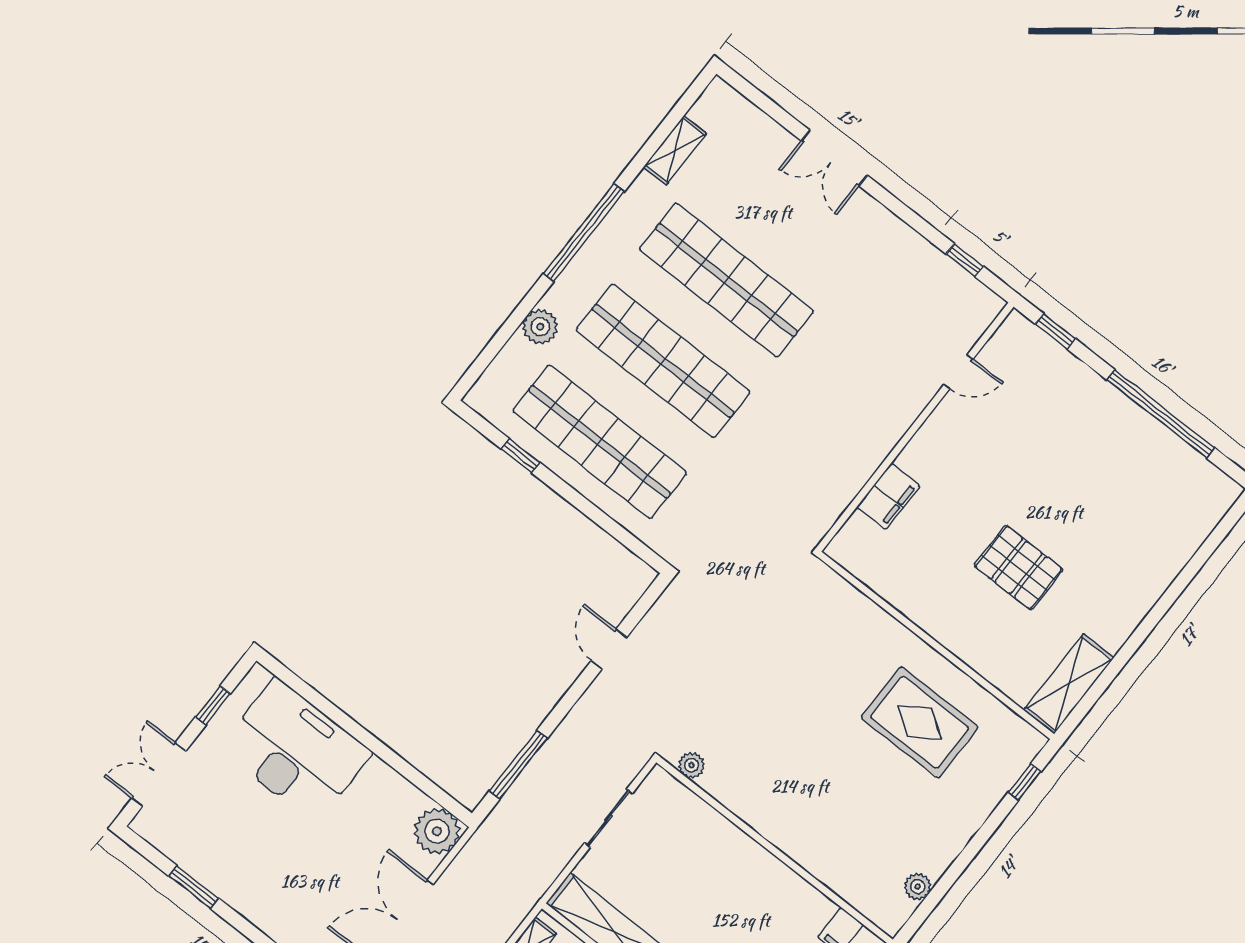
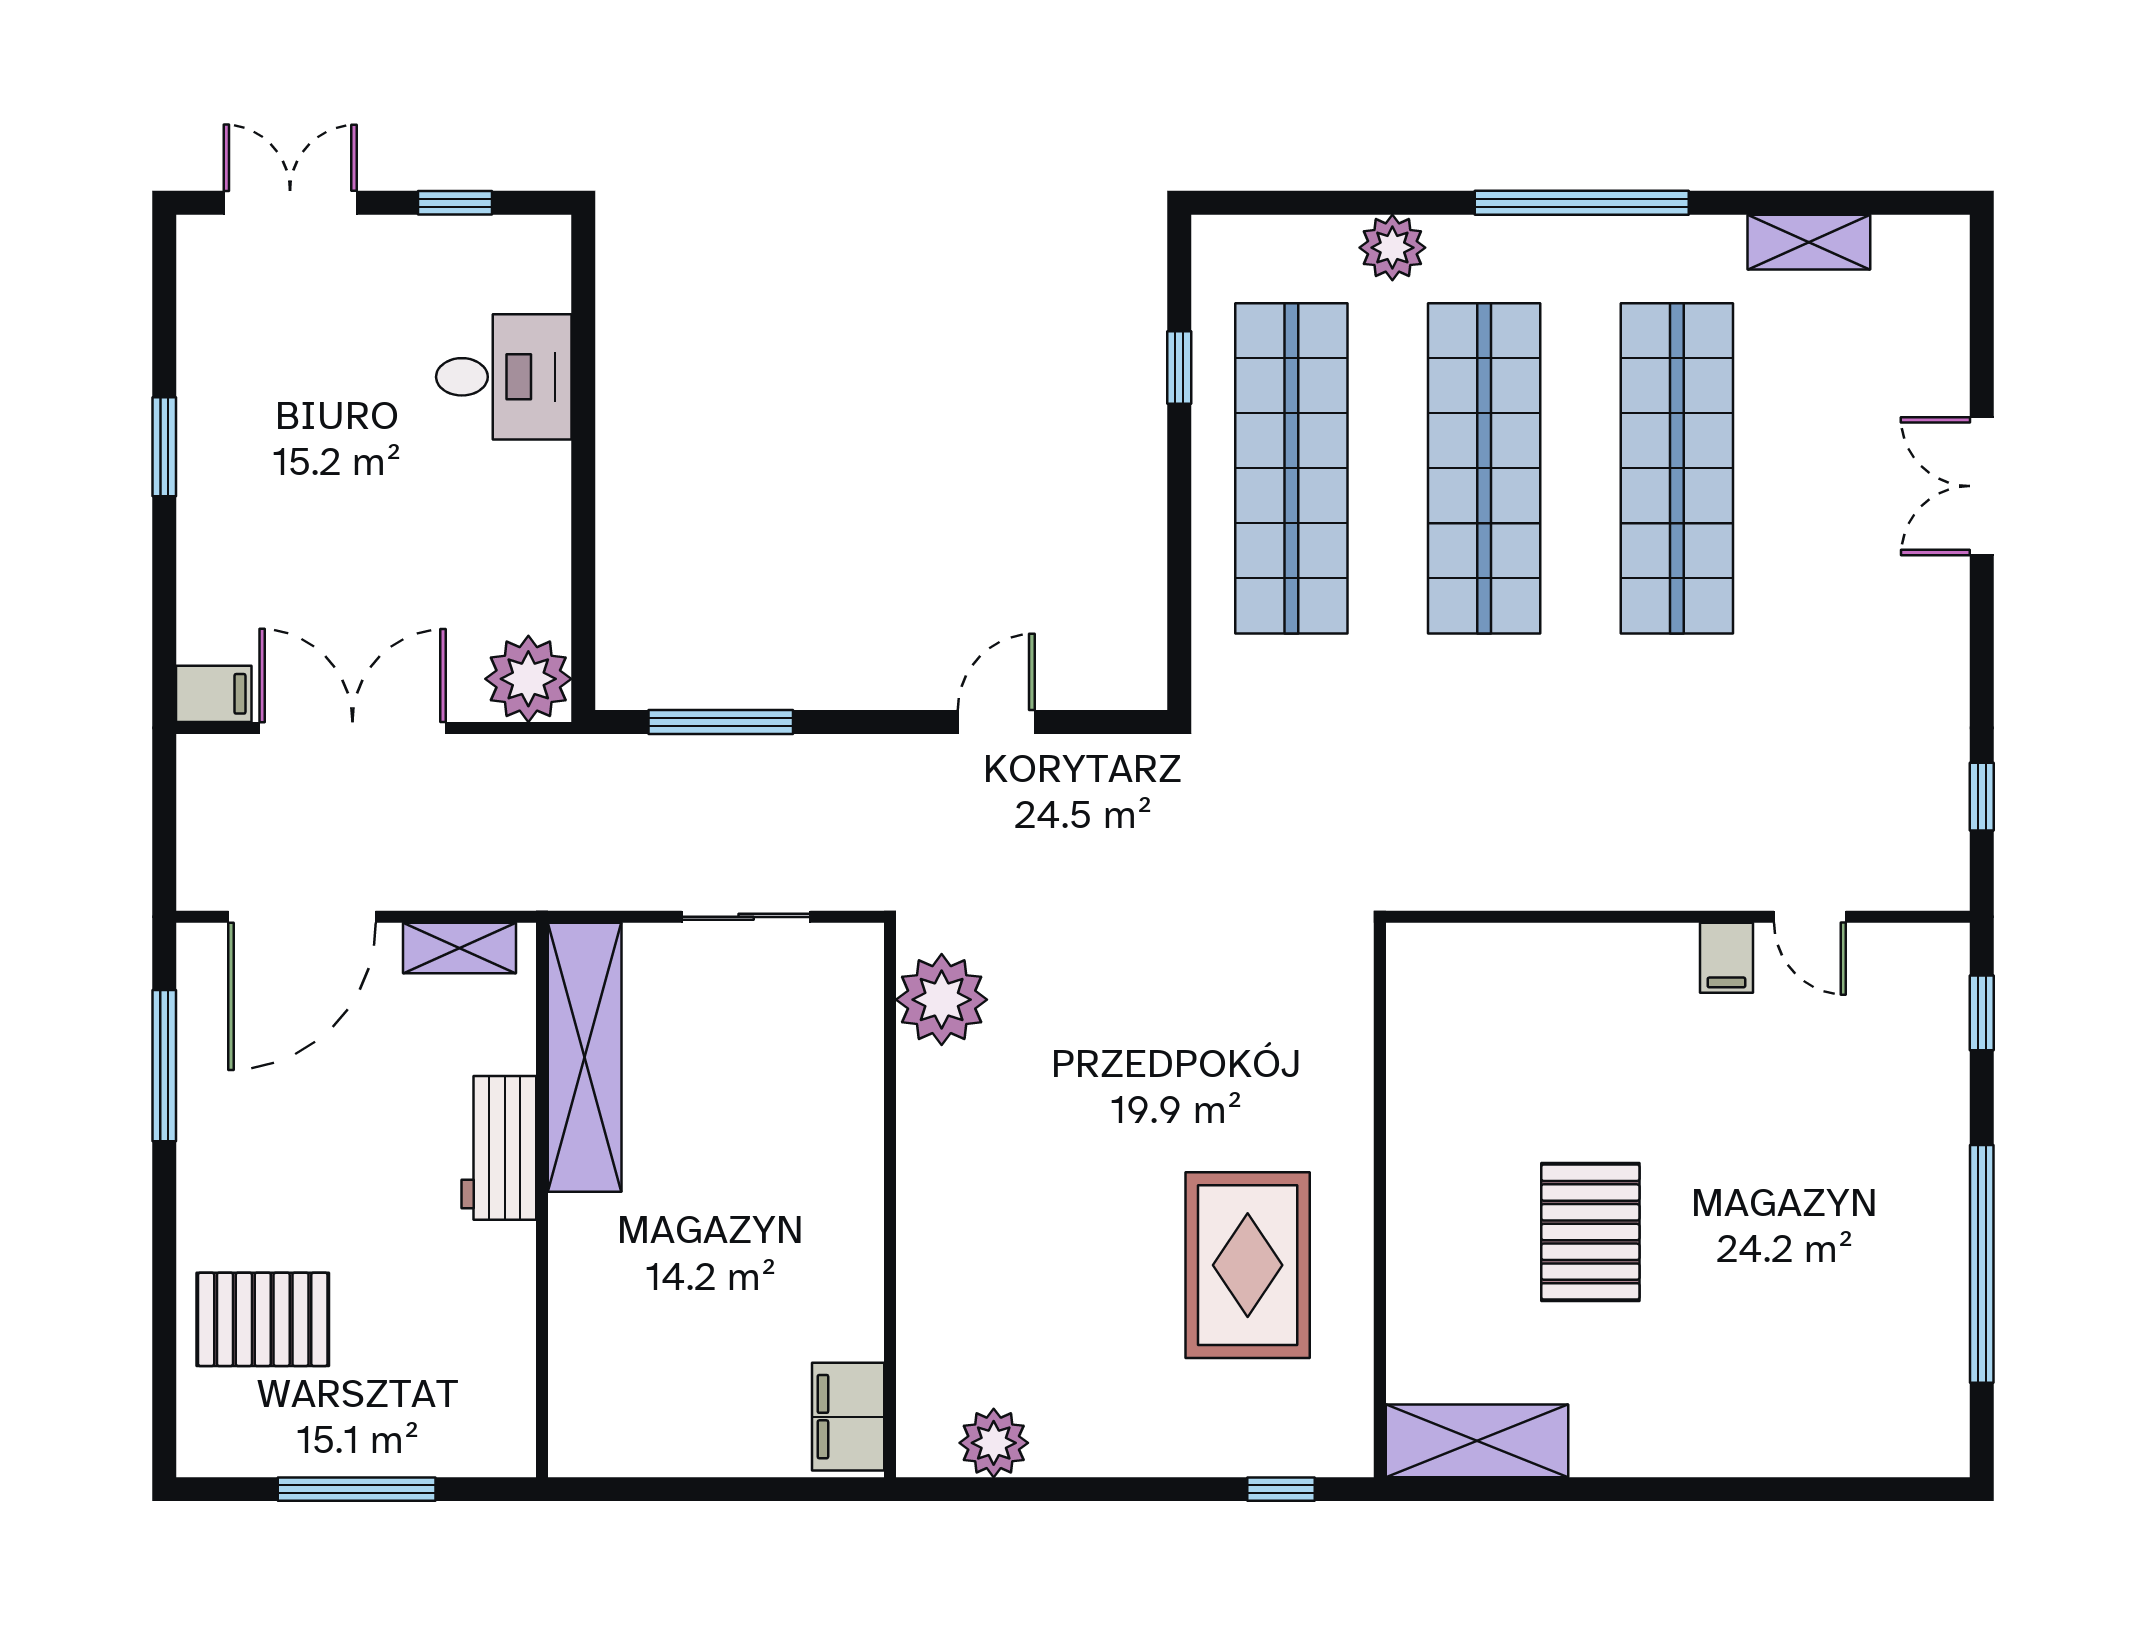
filing cabinet: (888, 497) -> (1726, 958), moved, width x0.50
desk: (295, 751) -> (504, 377), width x0.53, depth x0.77
plant: (692, 765) -> (942, 1000), width x1.88, depth x1.88
plant: (918, 886) -> (994, 1443), width x1.38, depth x1.38
window: (194, 887) -> (164, 447), moved

